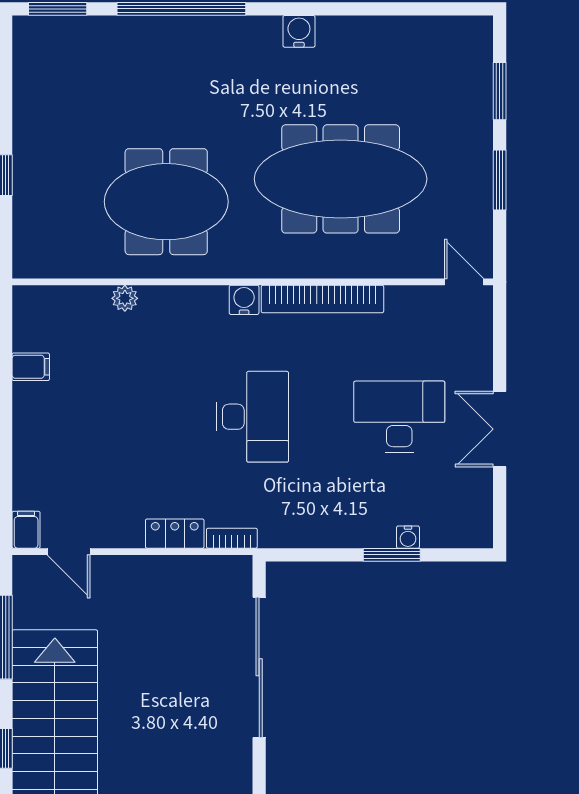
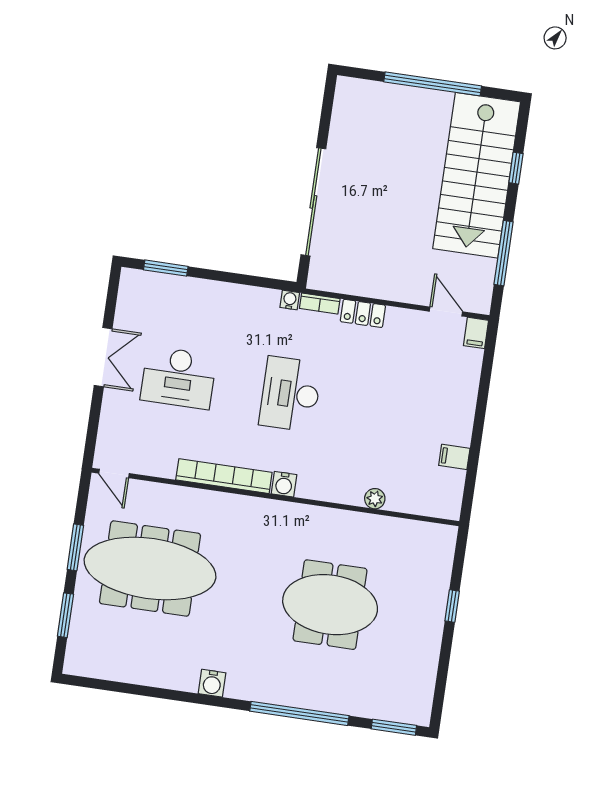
meeting table: (341, 179) -> (150, 569), moved
meeting table: (166, 202) -> (330, 605), moved
water cooler: (408, 537) -> (290, 300), moved
window: (392, 555) -> (166, 268), moved

